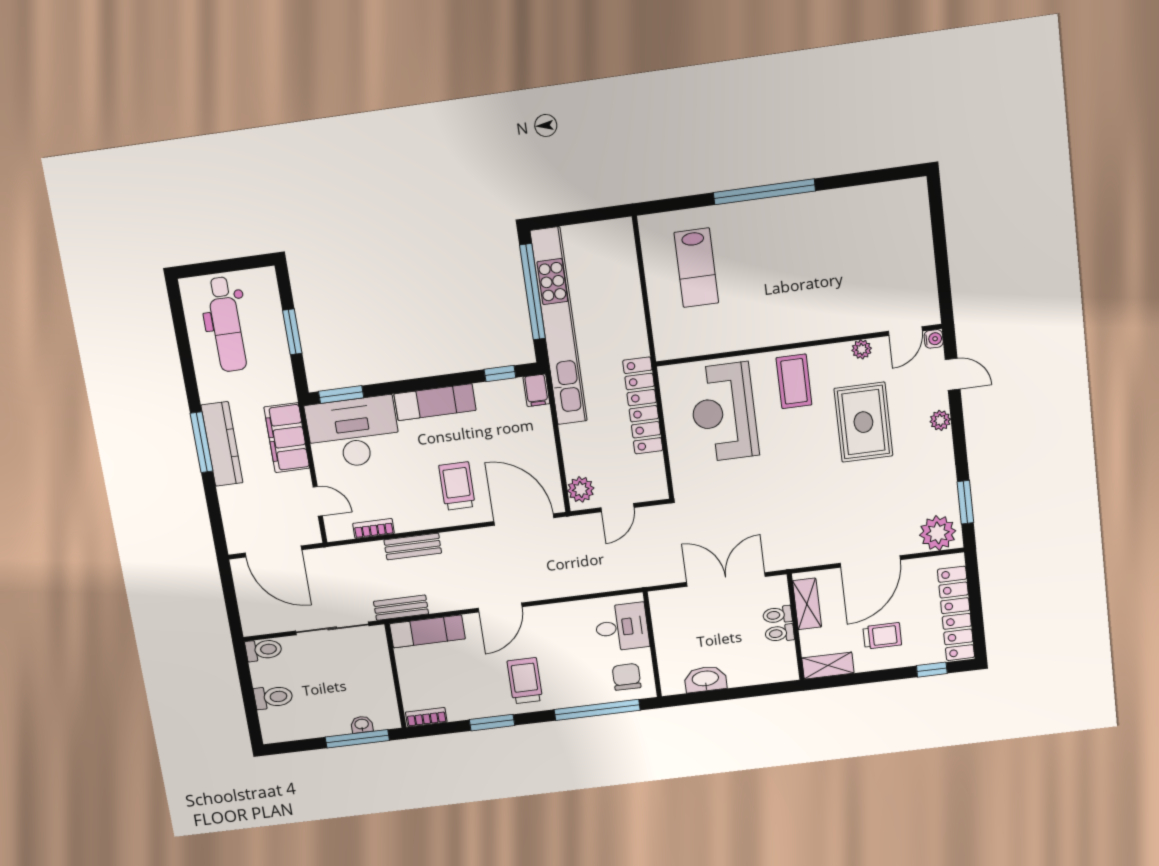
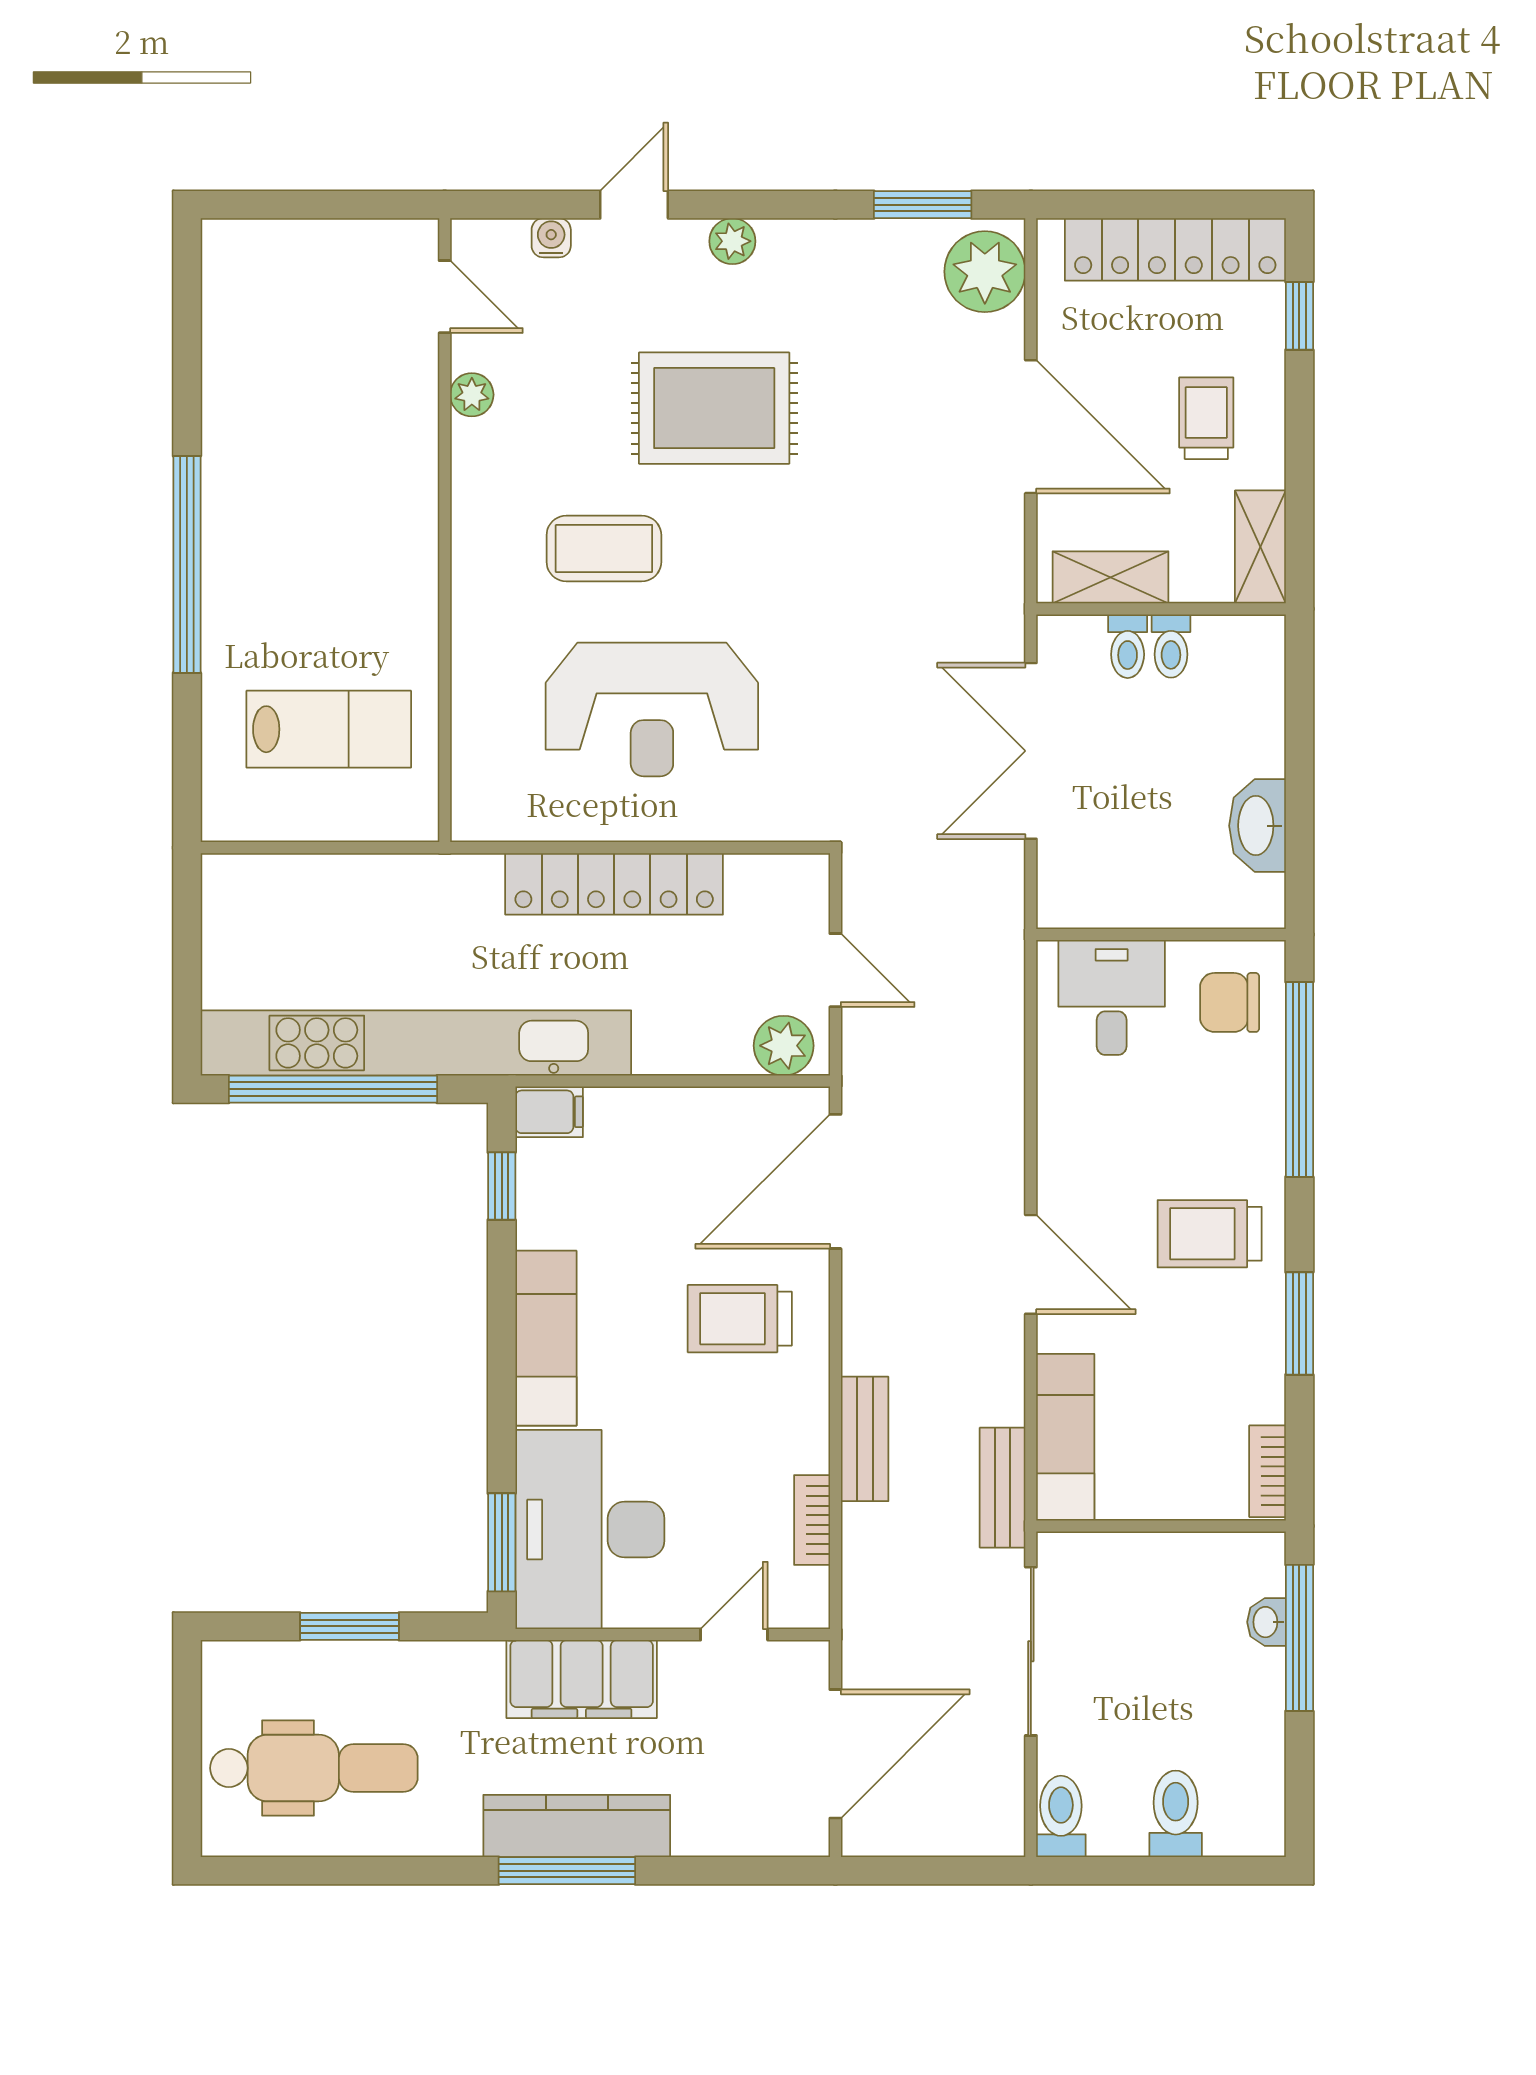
door: (905, 331) -> (445, 297), moved
wall: (798, 345) -> (445, 530), moved
plant: (862, 349) -> (472, 395), moved

